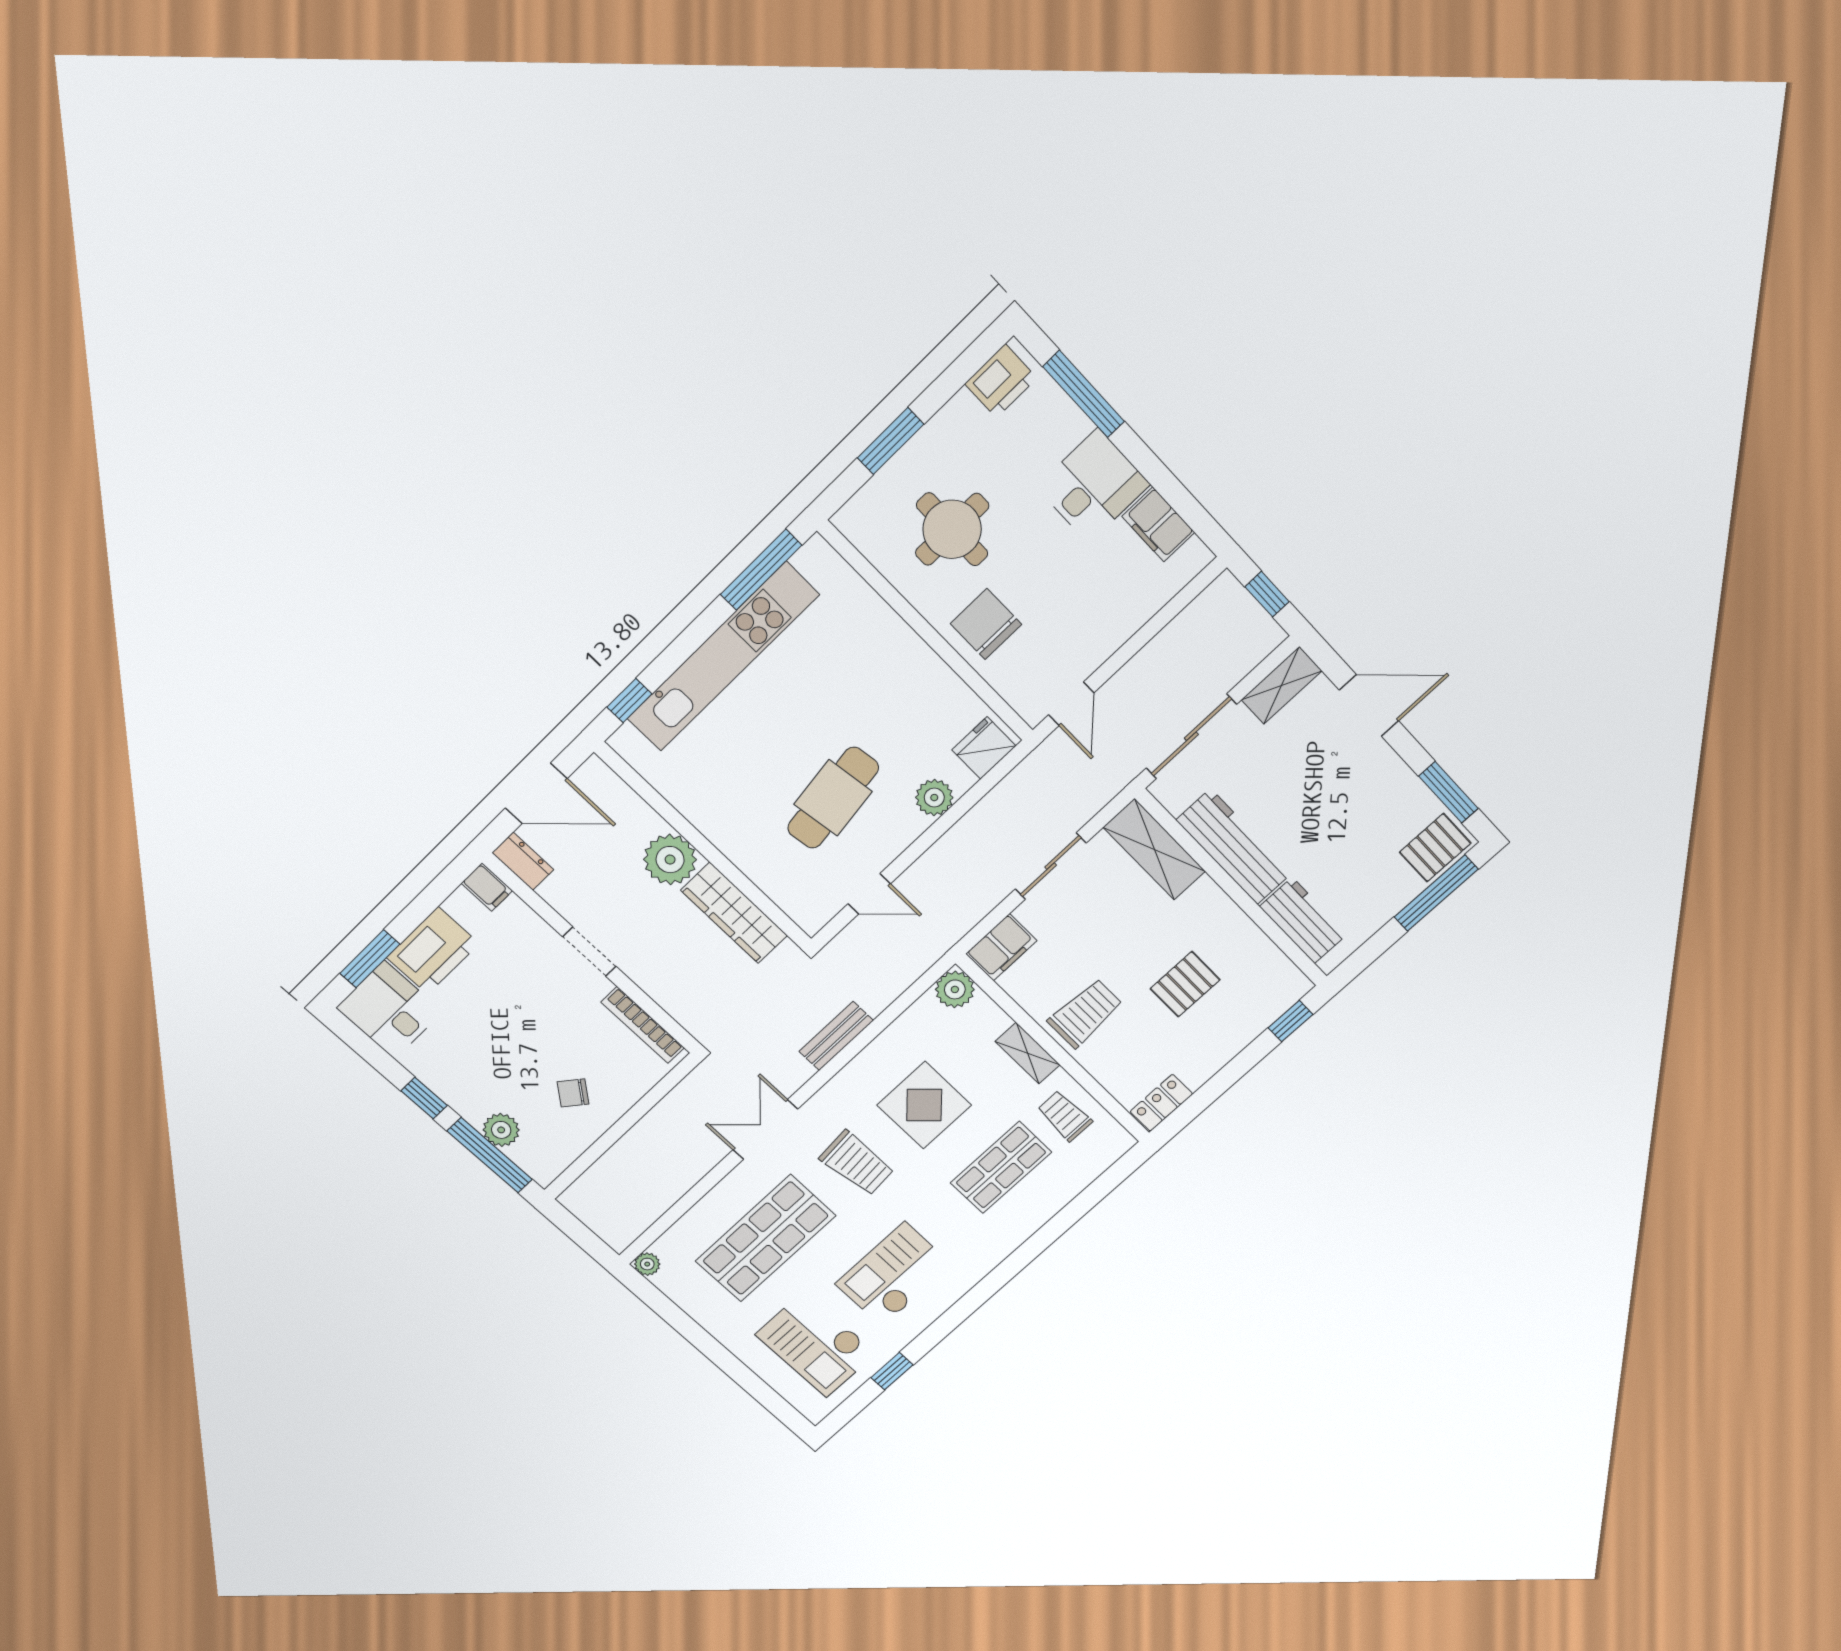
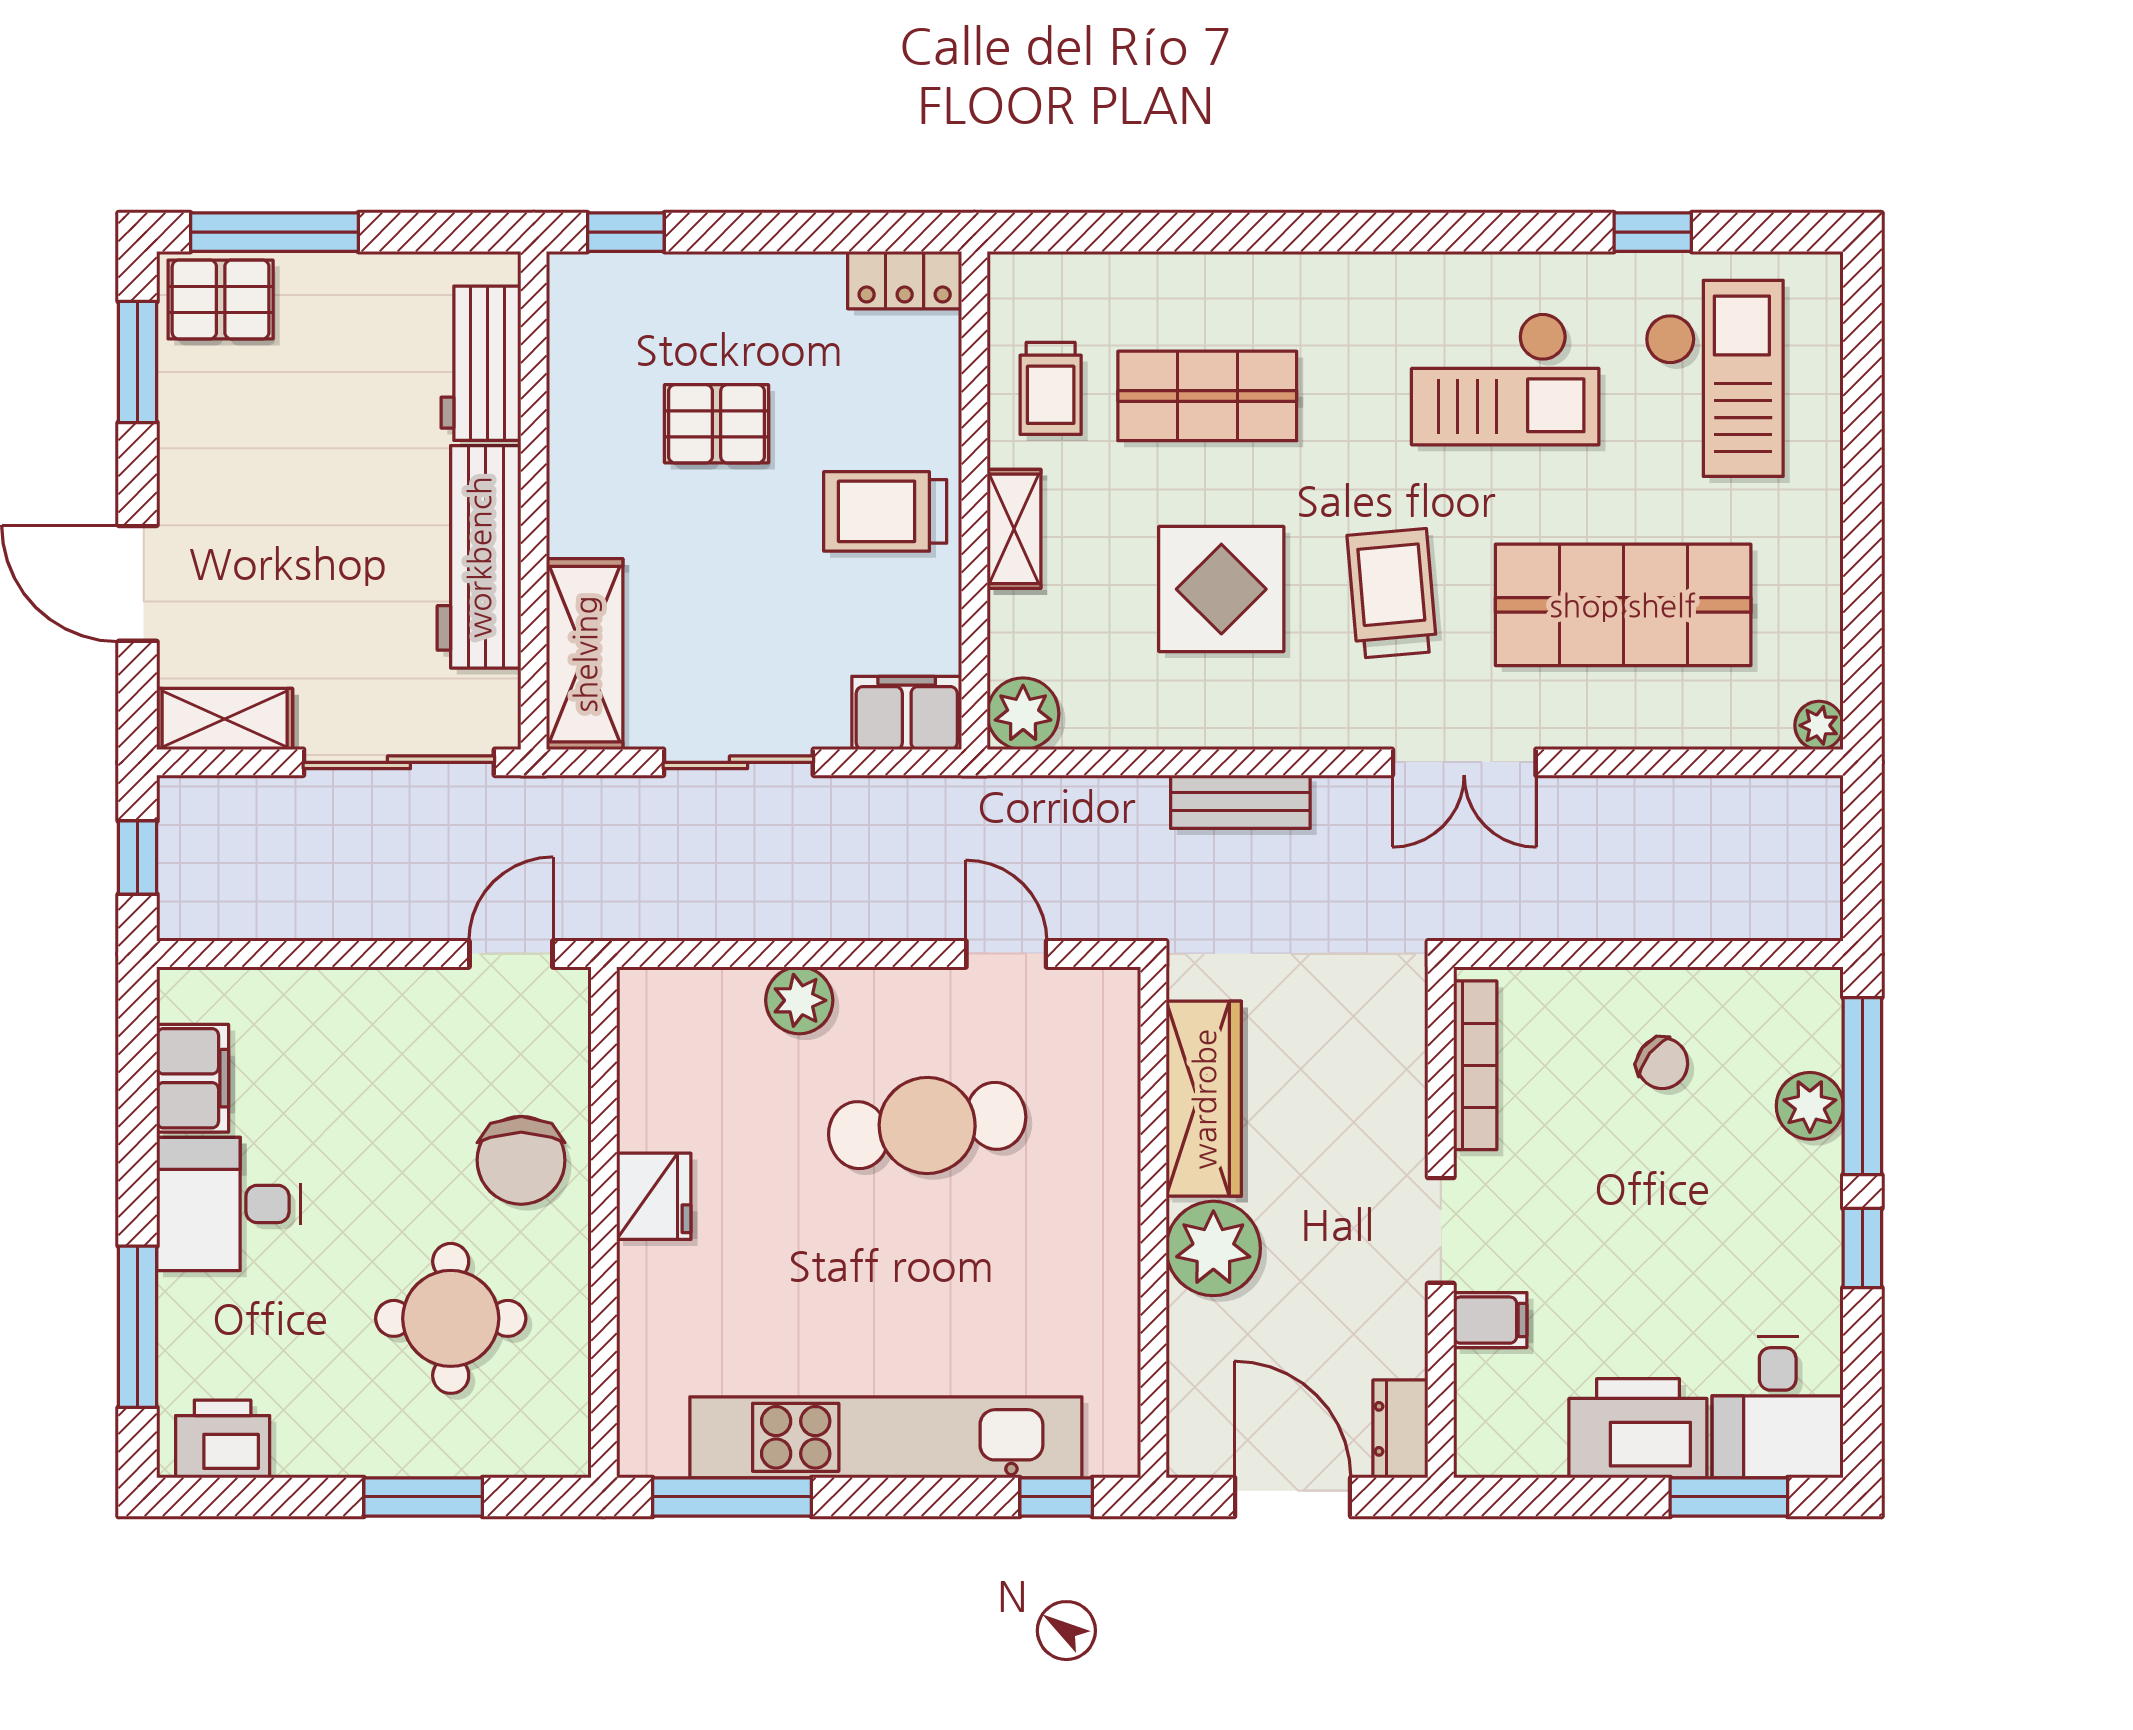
fridge: (984, 748) -> (654, 1196), moved, turned -90
filing cabinet: (487, 887) -> (1490, 1320), moved, turned 90

